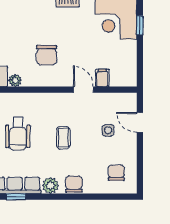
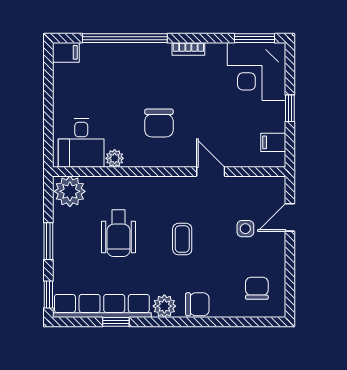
window: (140, 25) -> (290, 108), moved
filing cabinet: (102, 78) -> (273, 142), moved, turned -90
door: (140, 122) -> (290, 217), hinge flipped
chair: (74, 184) -> (197, 304), turned 90

